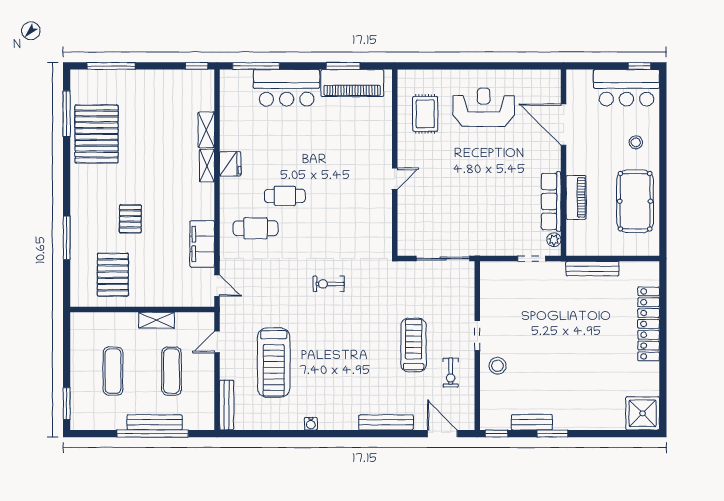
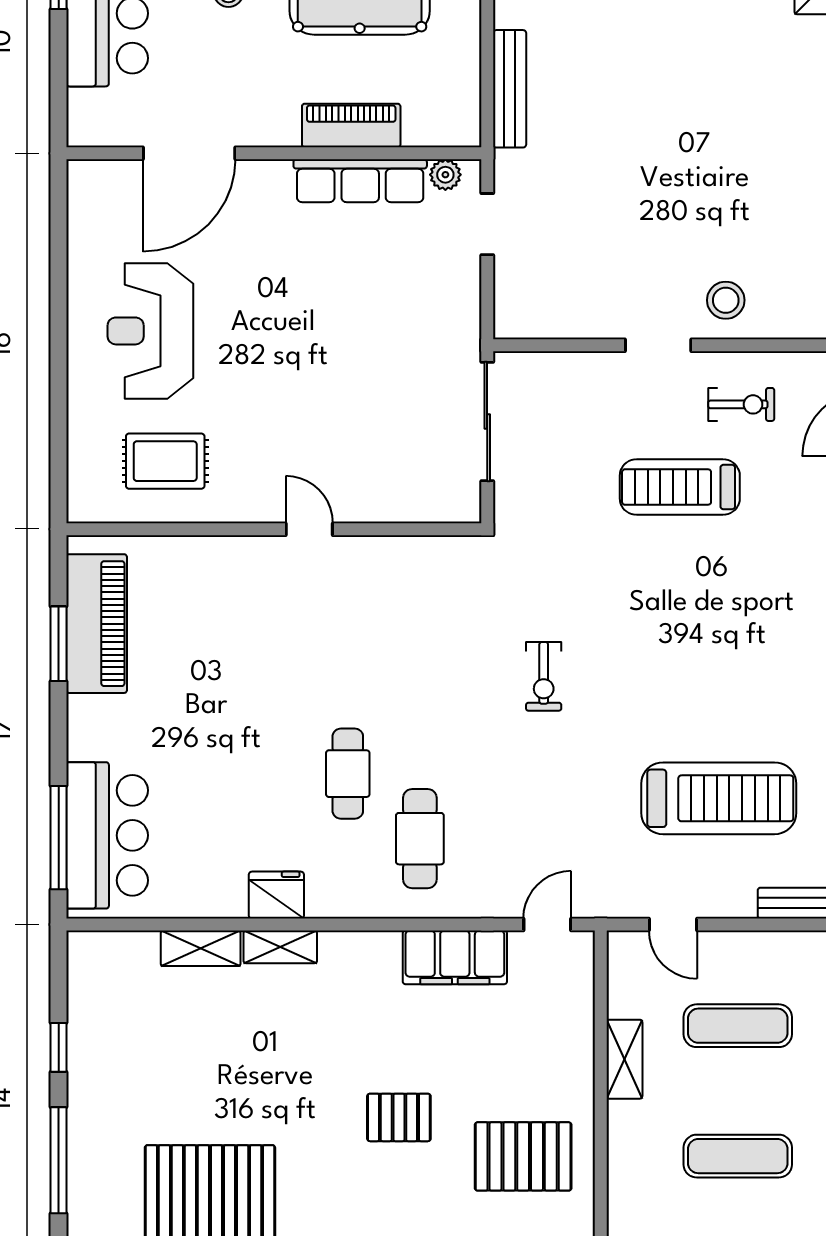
window: (197, 66) -> (59, 1047), moved
bar counter: (287, 88) -> (107, 835), moved

